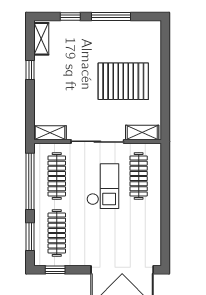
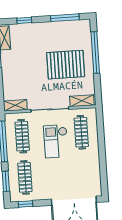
window: (111, 16) -> (65, 18), moved
window: (165, 67) -> (95, 53), added
checkout: (103, 186) -> (56, 141), turned 180

